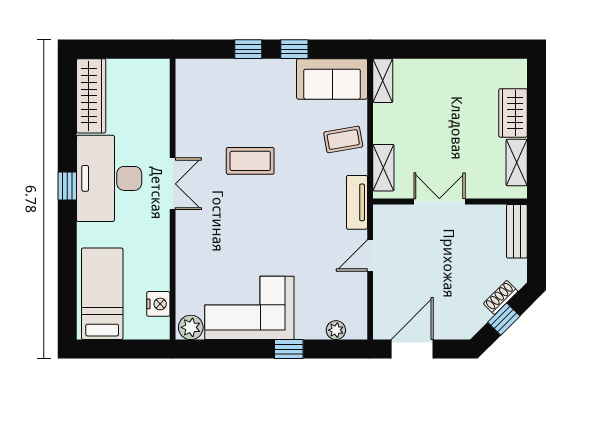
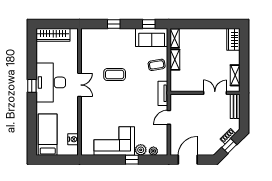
window: (294, 49) -> (149, 24), moved
wardrobe: (91, 96) -> (53, 35), moved, turned 90
wardrobe: (513, 113) -> (233, 39), moved
shelving: (383, 168) -> (175, 60), moved
double door: (439, 201) -> (215, 93), moved
plant: (191, 327) -> (141, 150), moved

